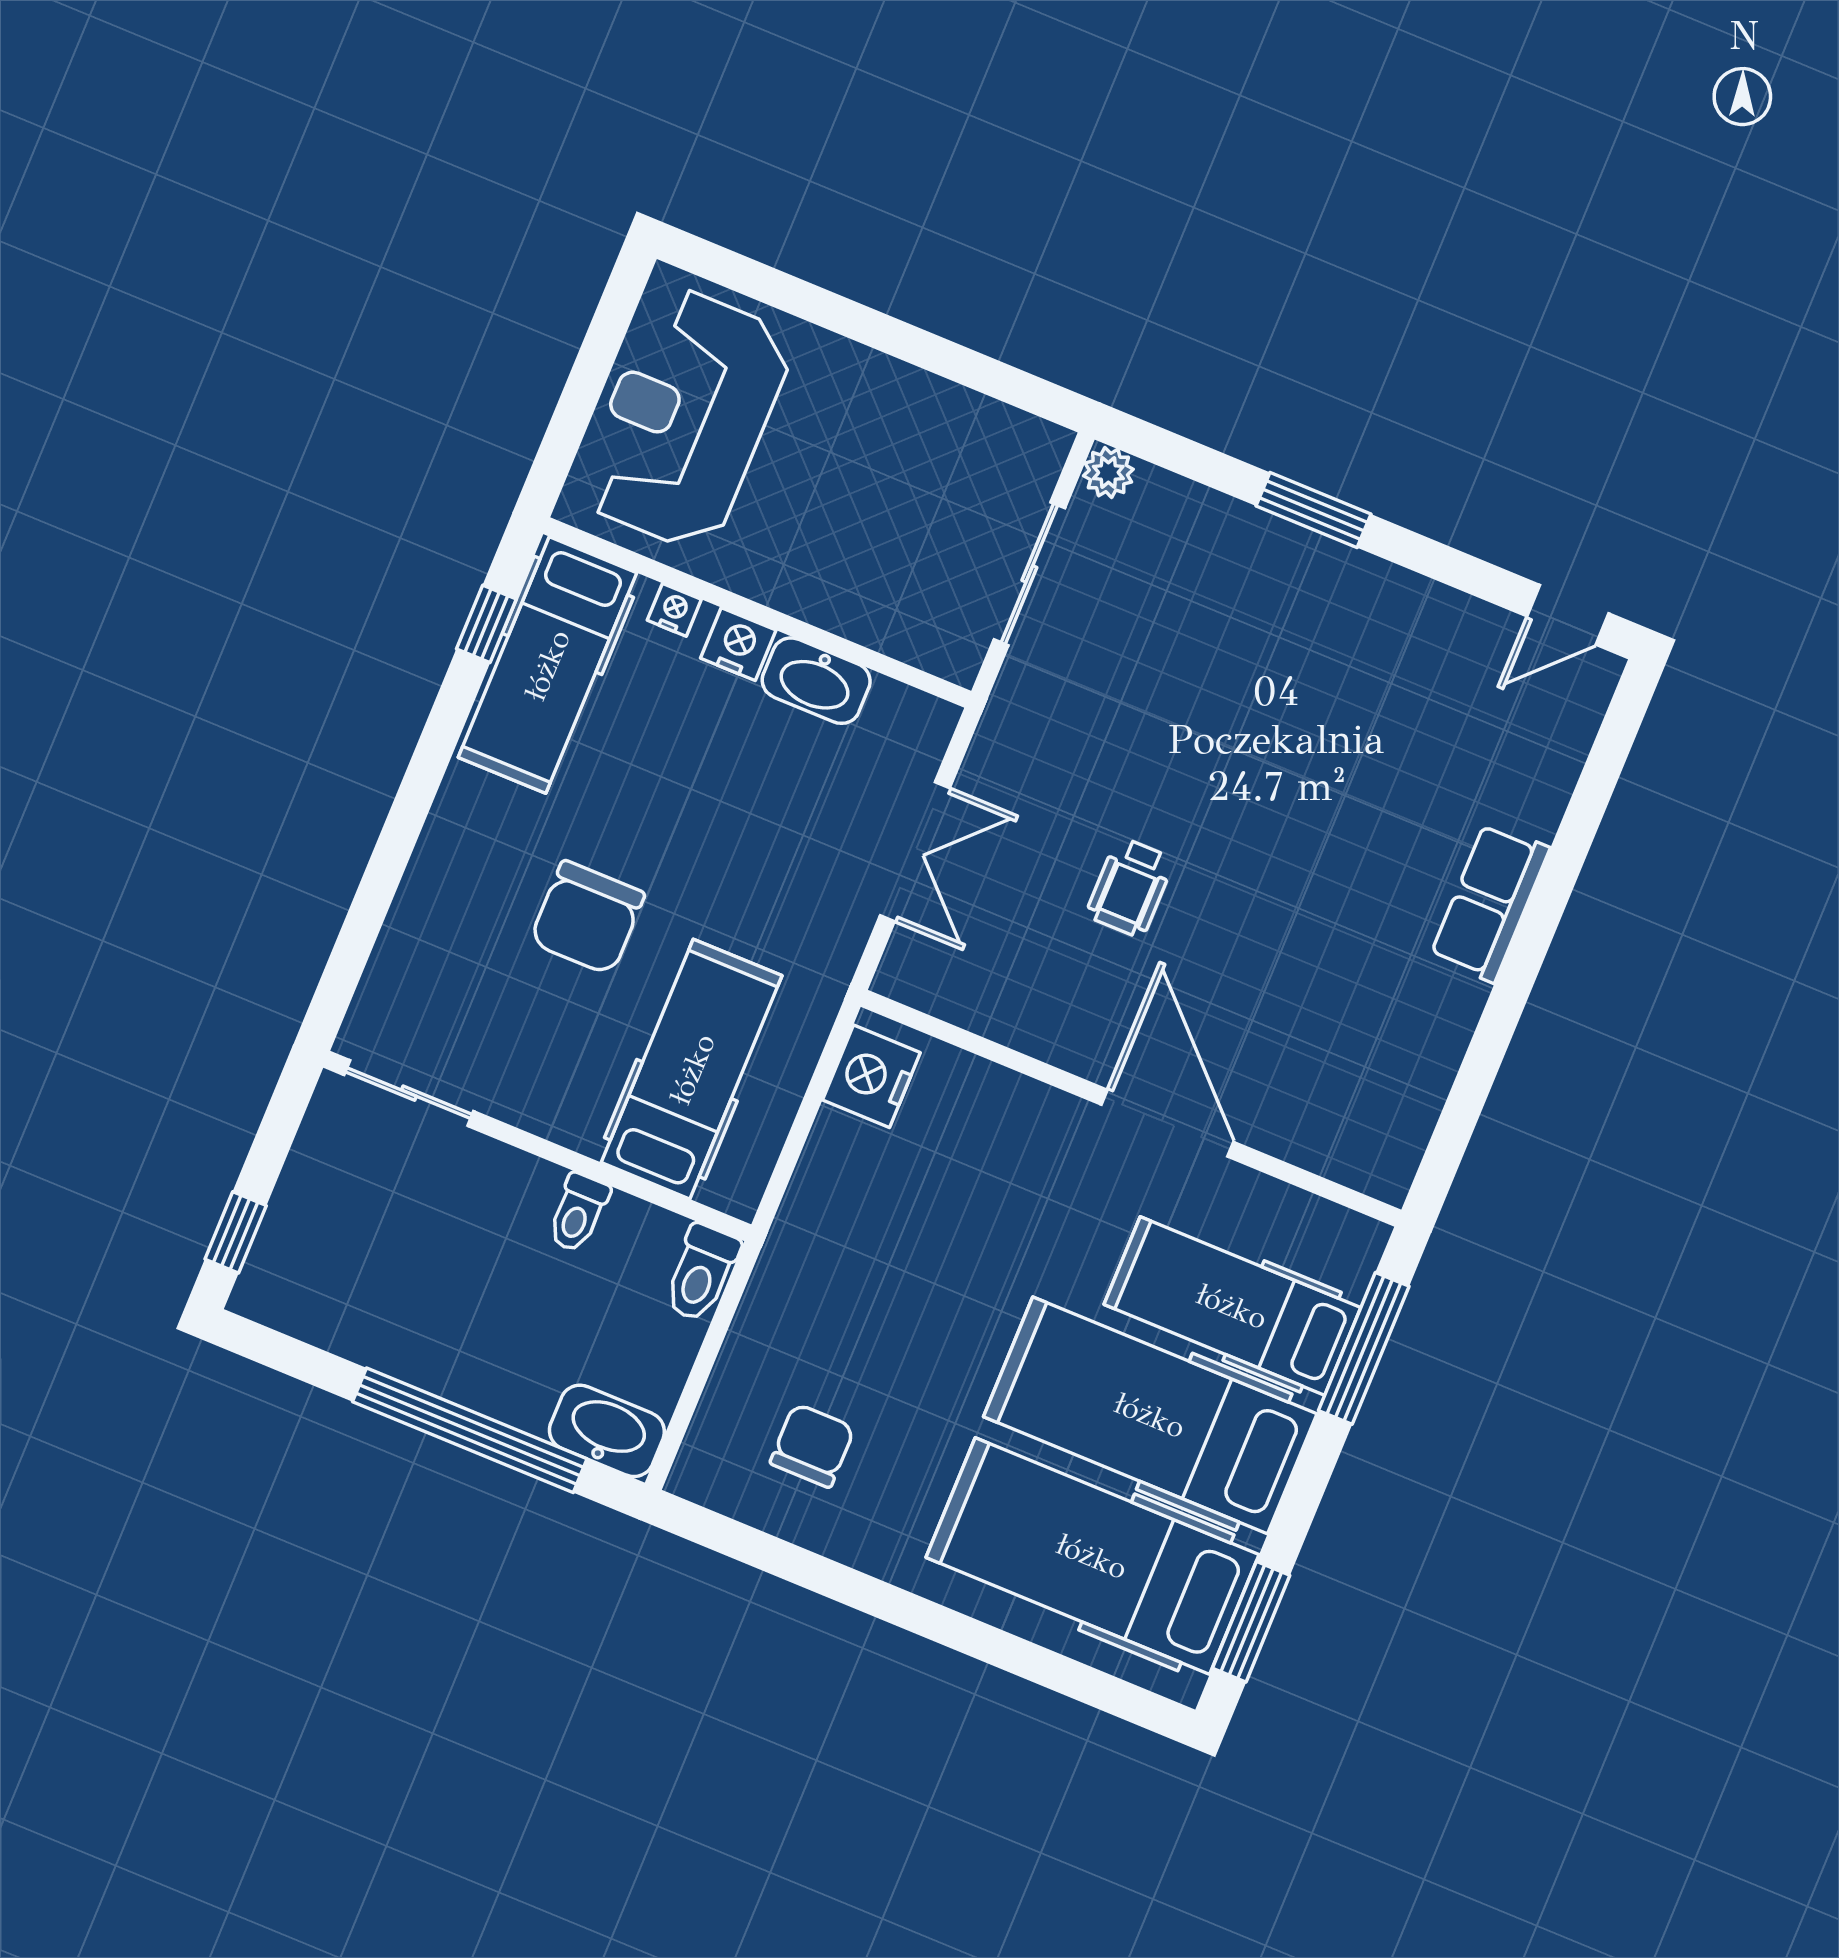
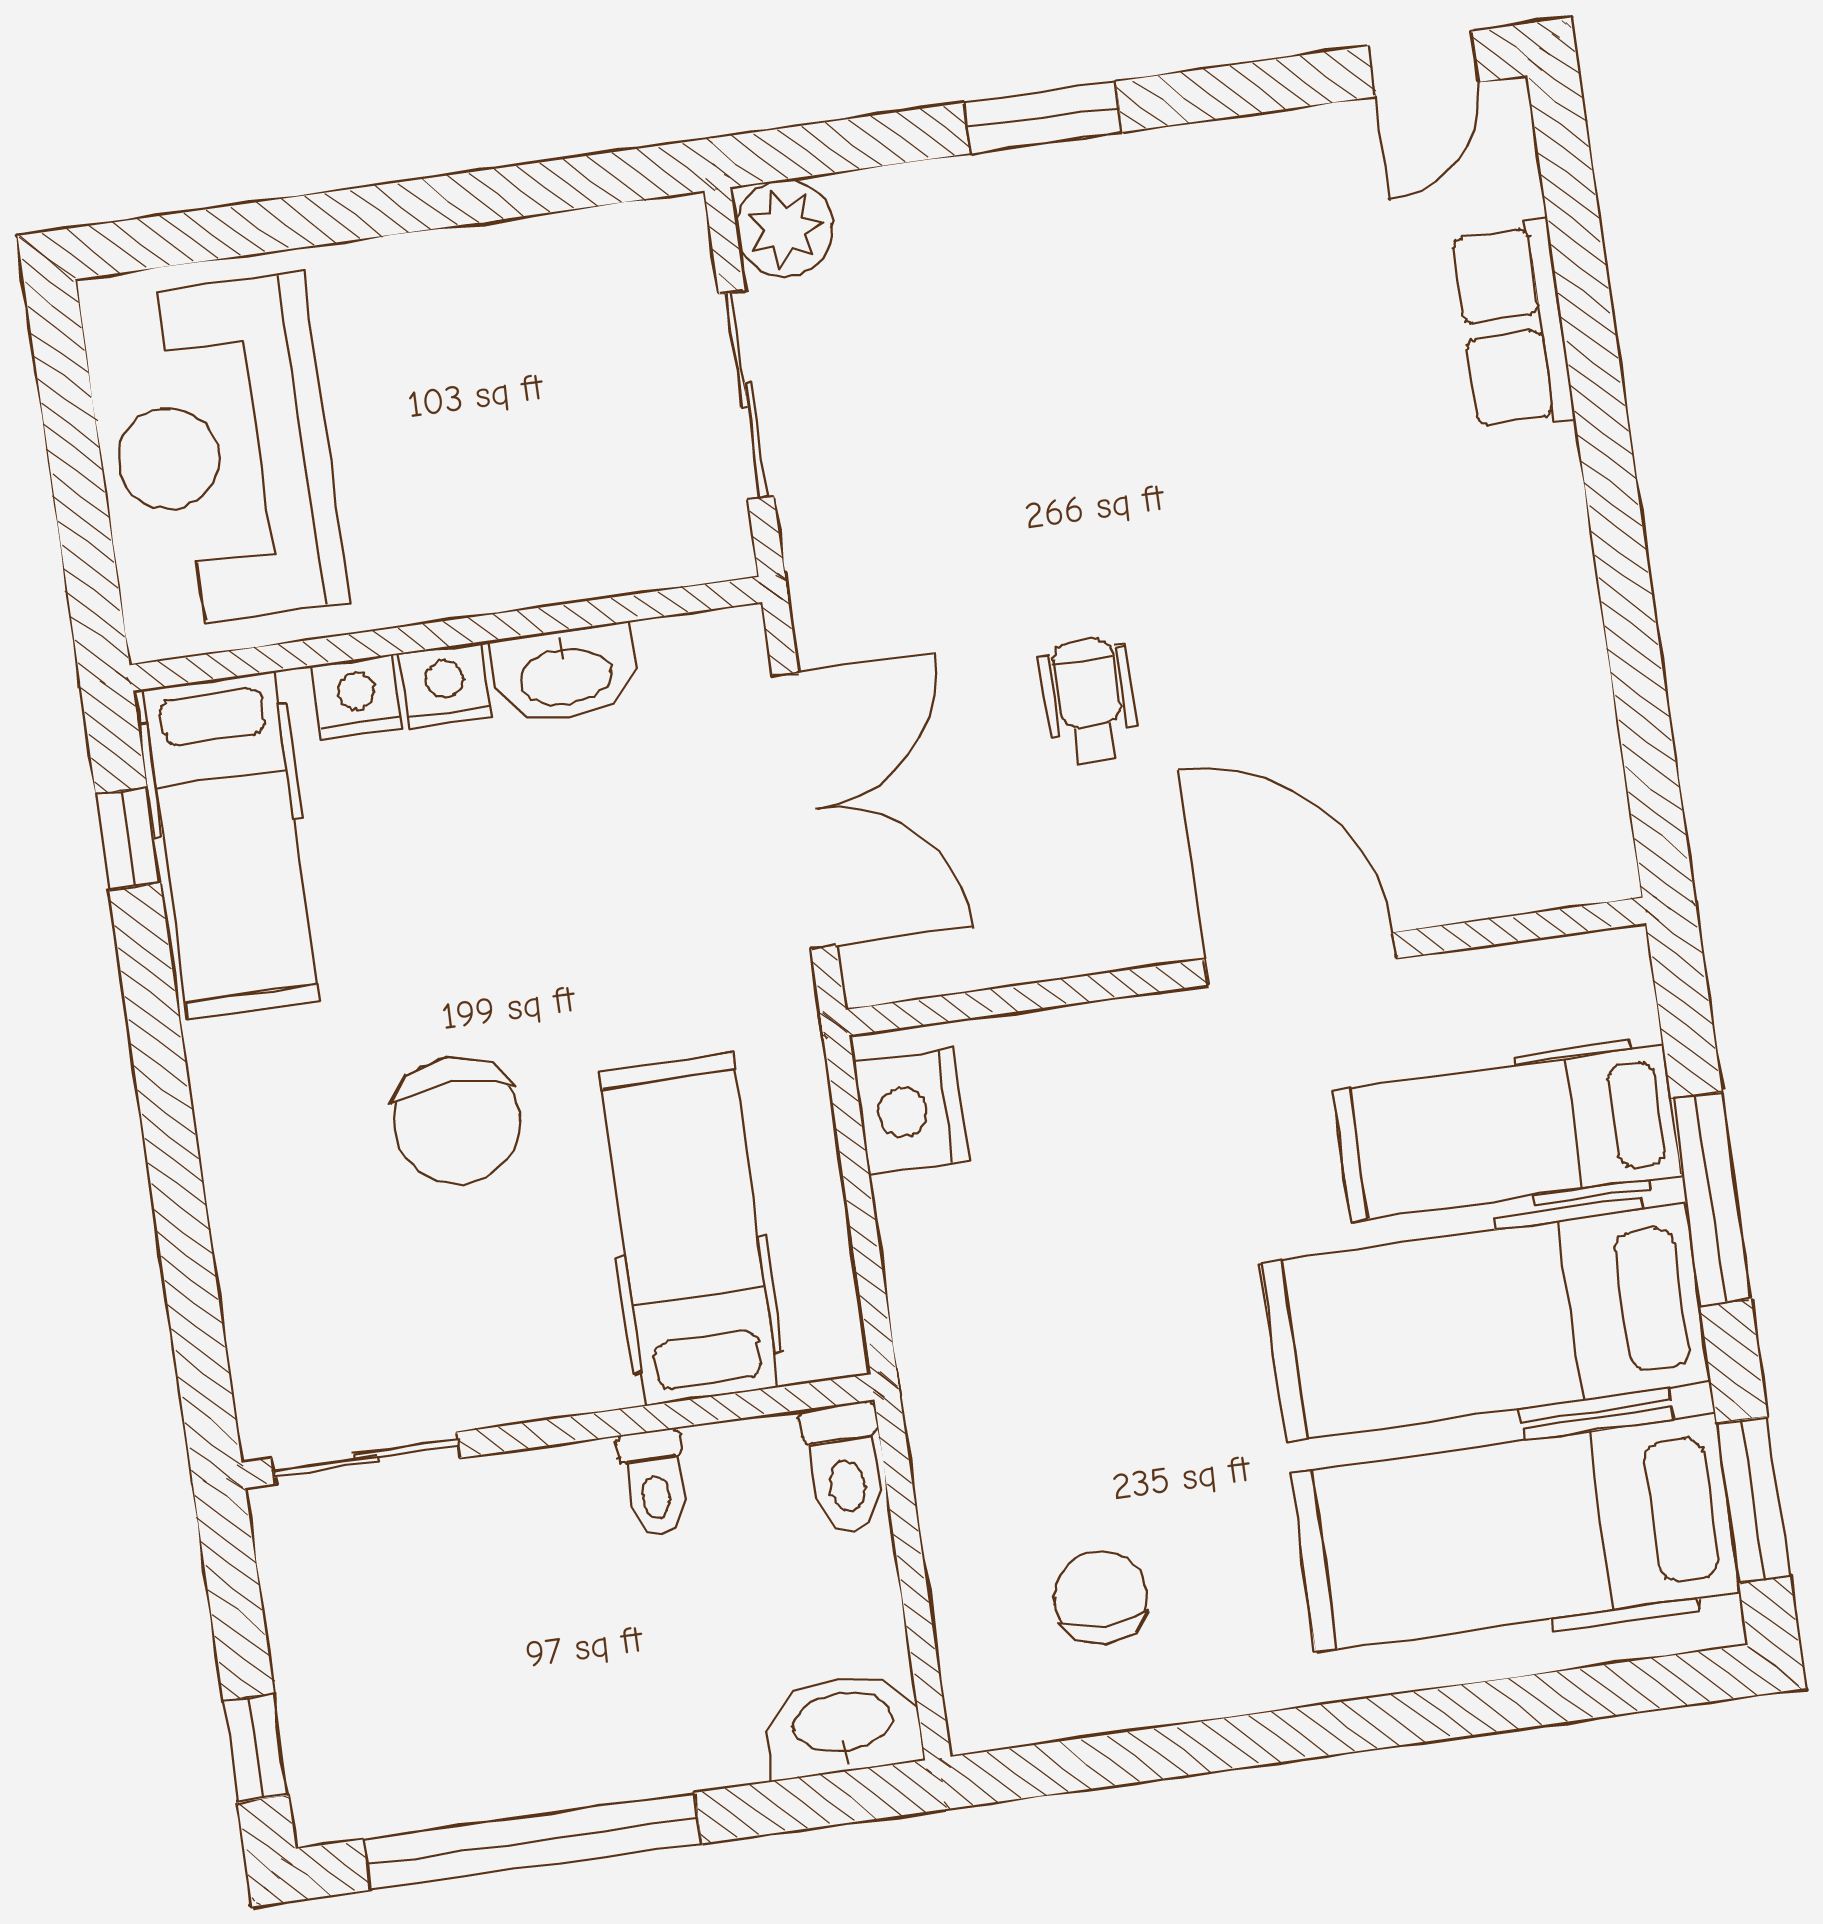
plant: (1108, 472) -> (785, 228), width x1.38, depth x1.38
nightstand: (674, 610) -> (357, 697), width x1.39, depth x1.35
double door: (915, 852) -> (805, 810), width x1.37
wheelchair: (1130, 887) -> (1089, 701), turned 180
row of seats: (1490, 902) -> (1513, 325), moved
window: (1364, 1348) -> (1711, 1199), moved
window: (470, 1430) -> (533, 1841), moved

